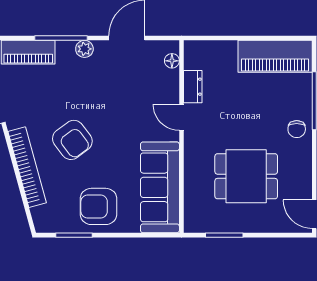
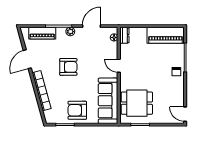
dresser: (193, 87) -> (124, 35), moved
armchair: (72, 140) -> (68, 67), moved, turned -53
dining table: (246, 176) -> (137, 103), moved

